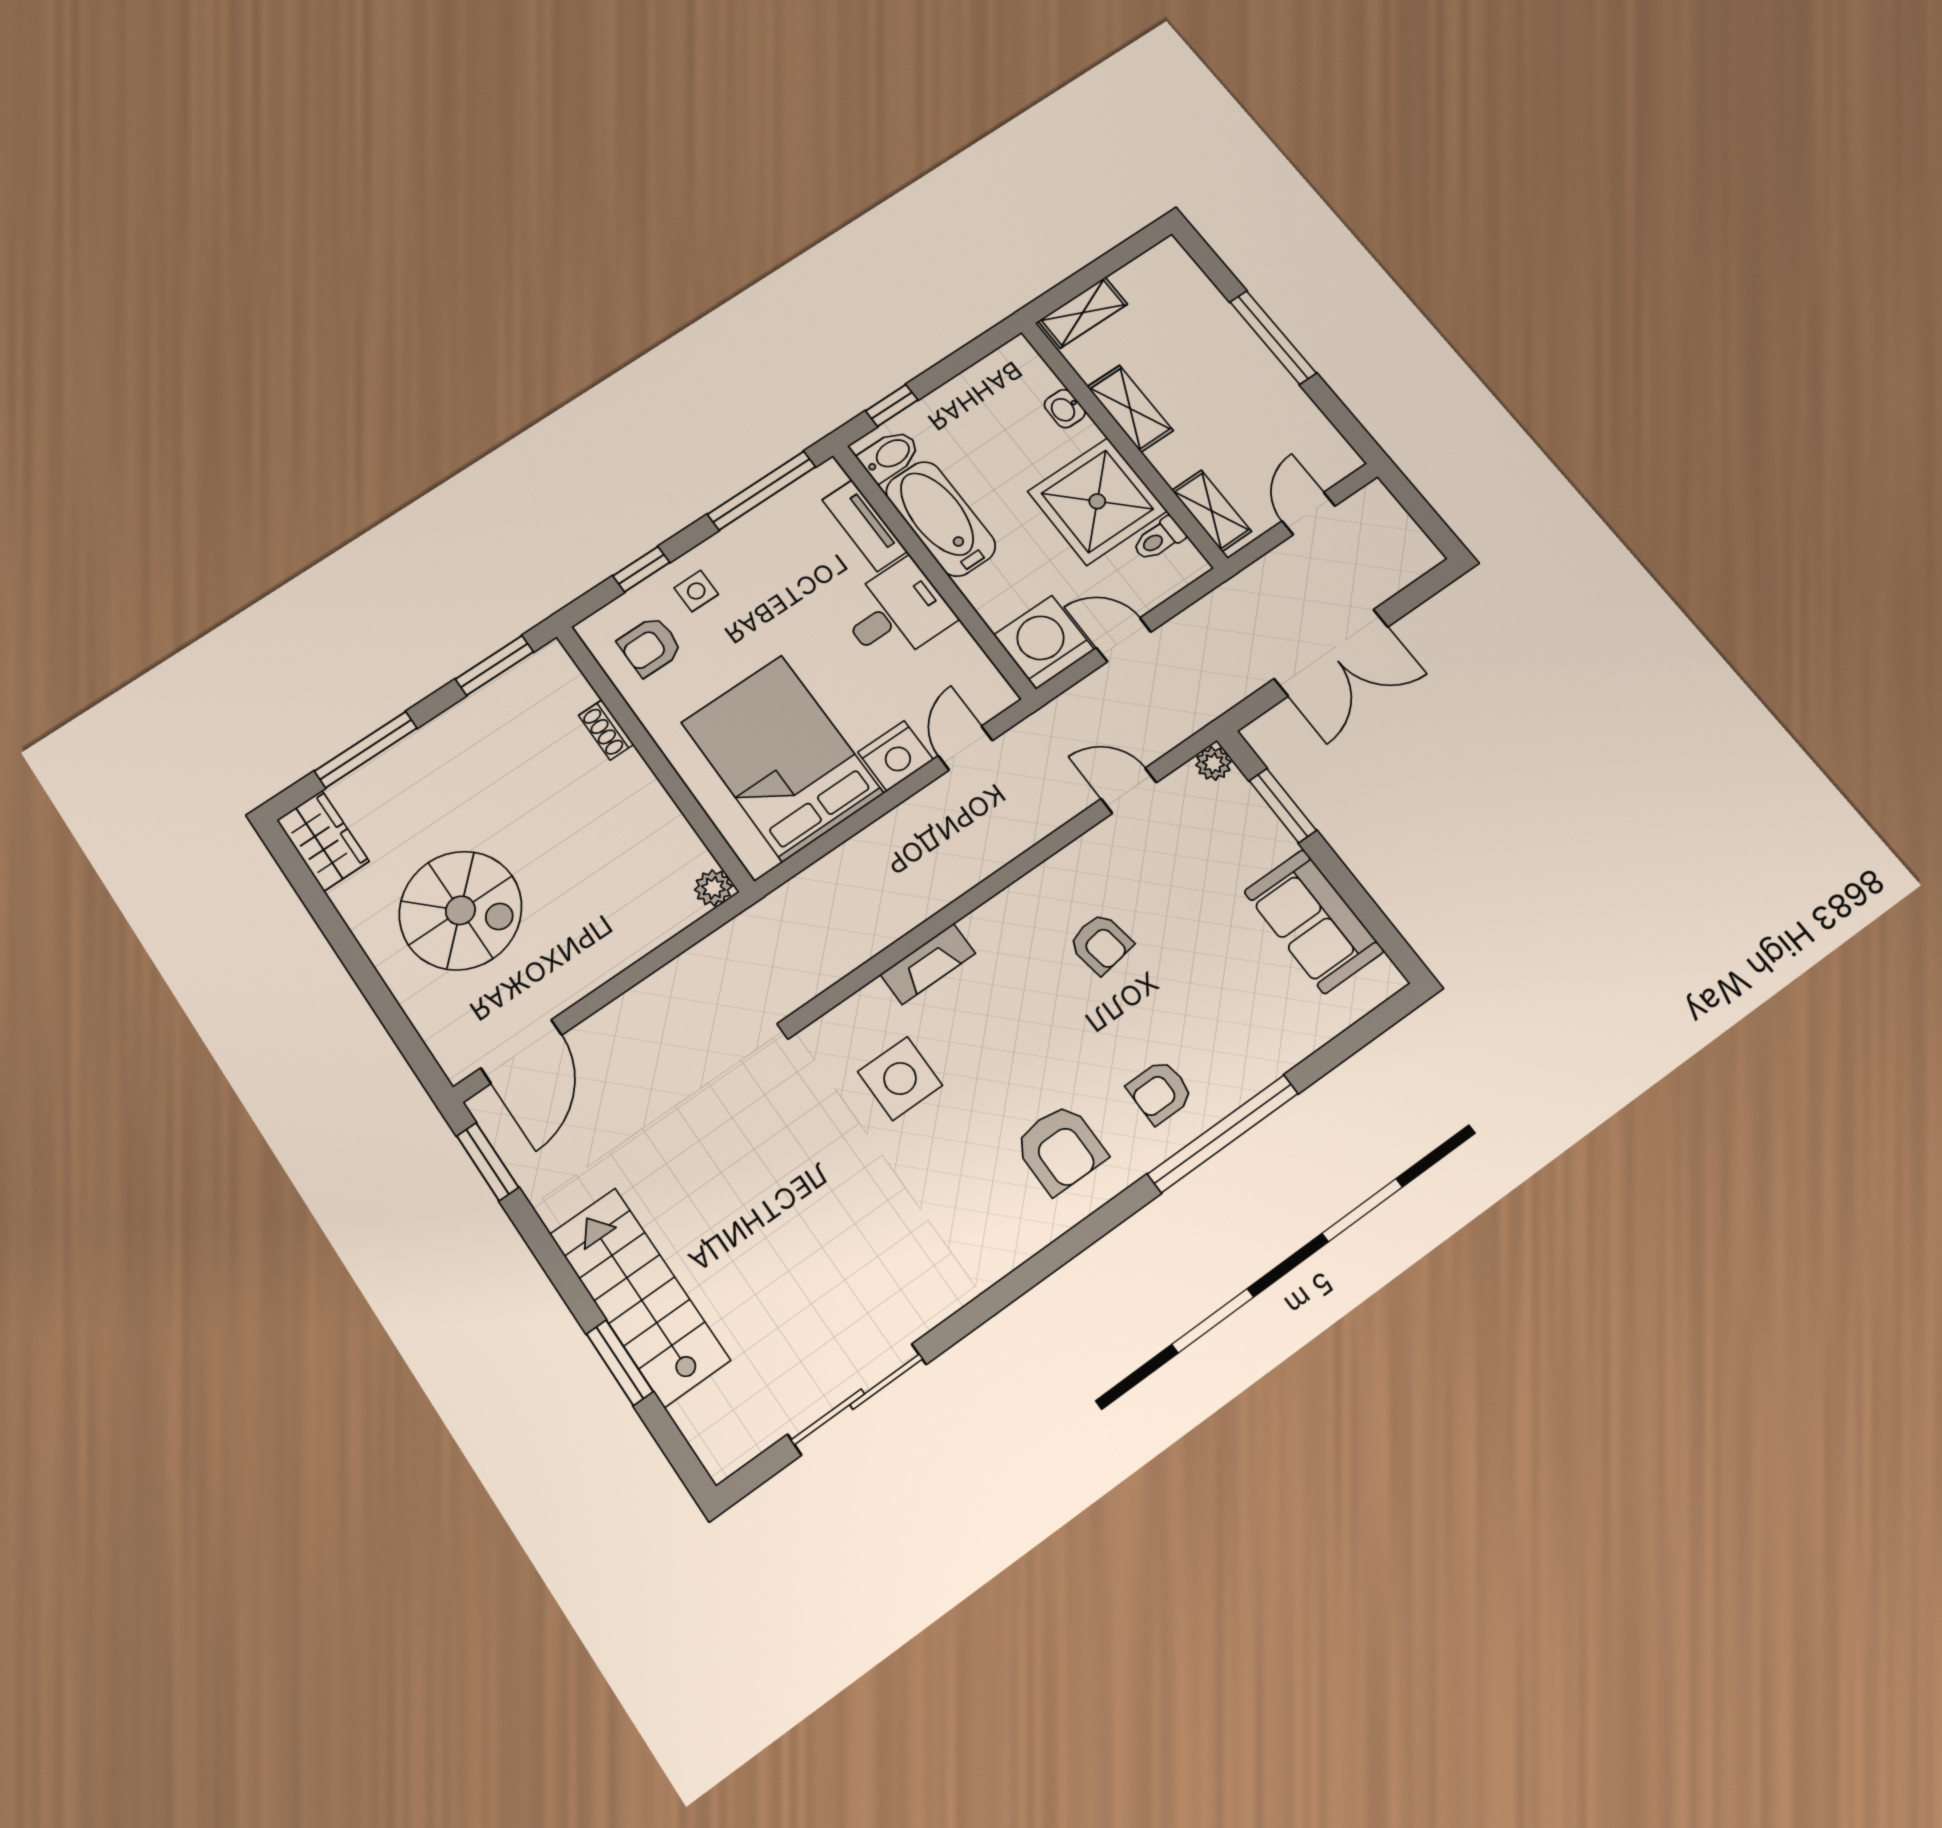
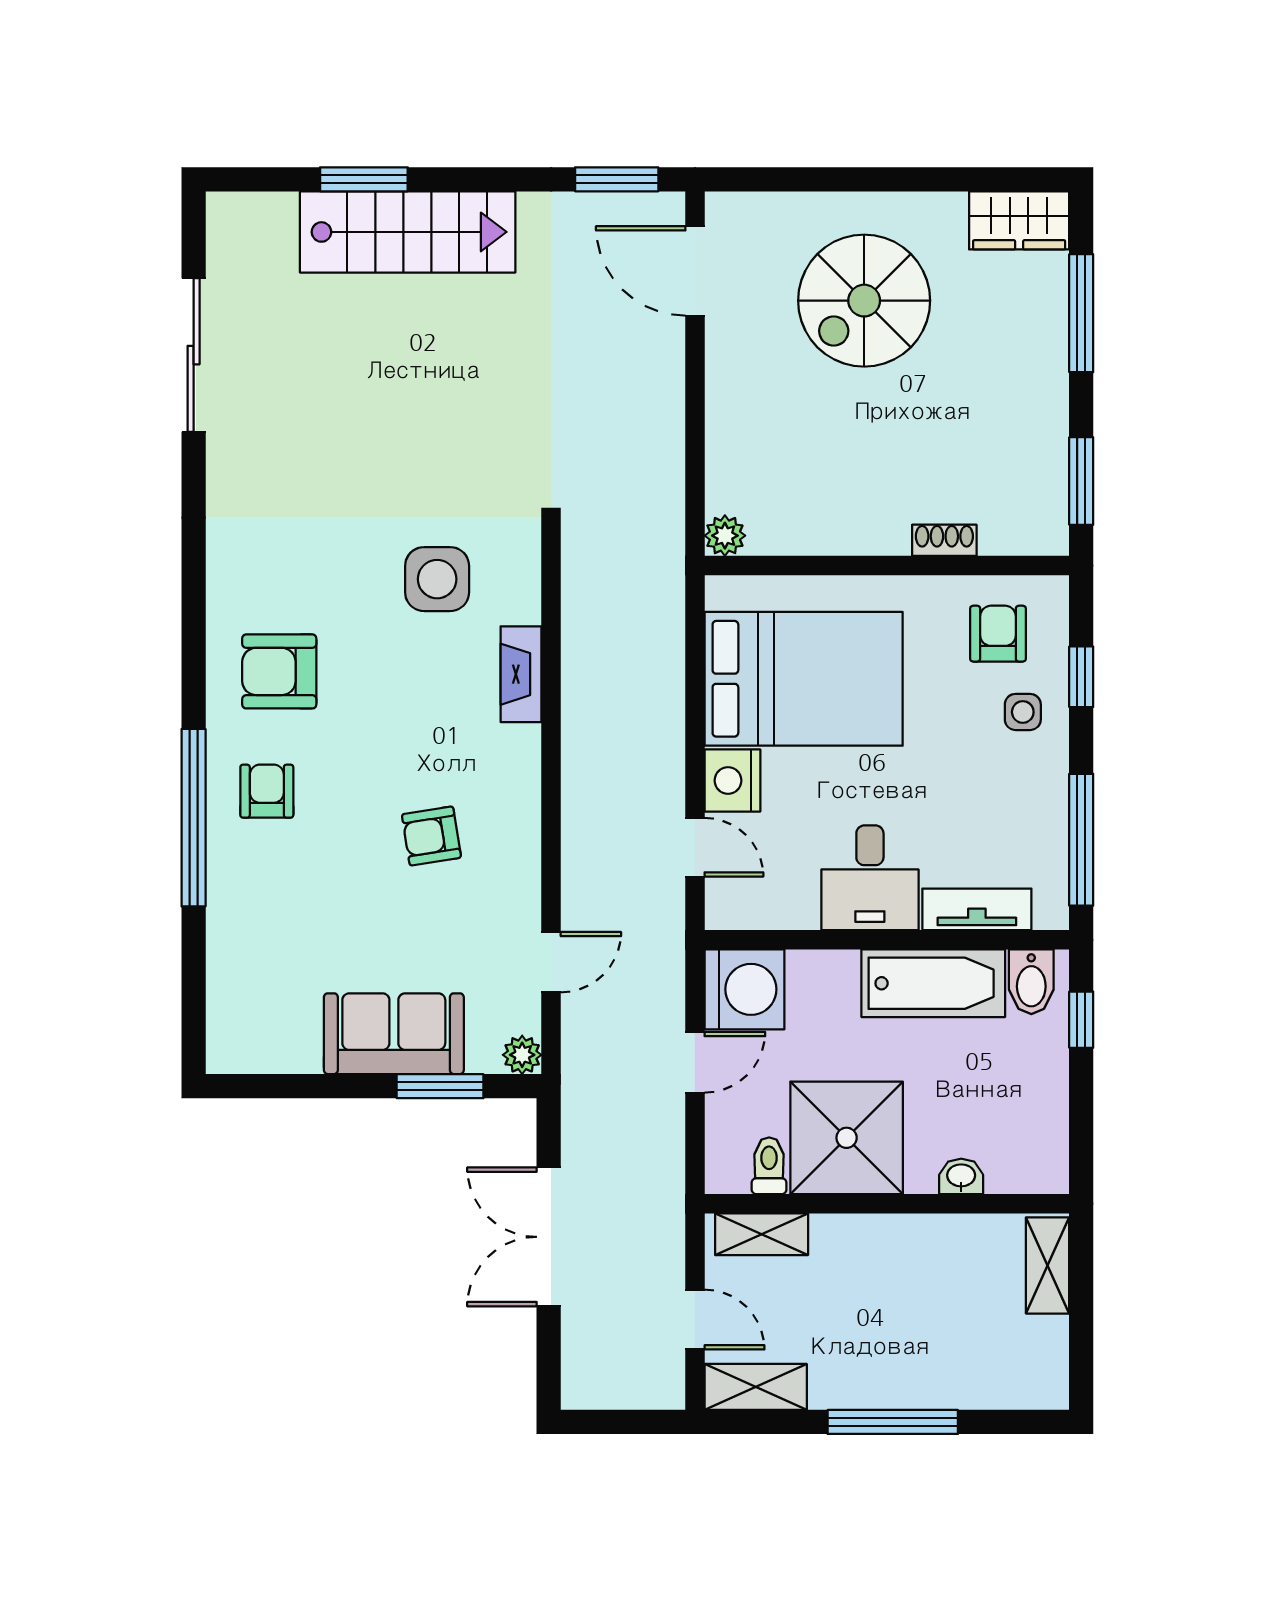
shelving: (1130, 409) -> (756, 1387), moved
sofa: (1314, 921) -> (394, 1034), moved

